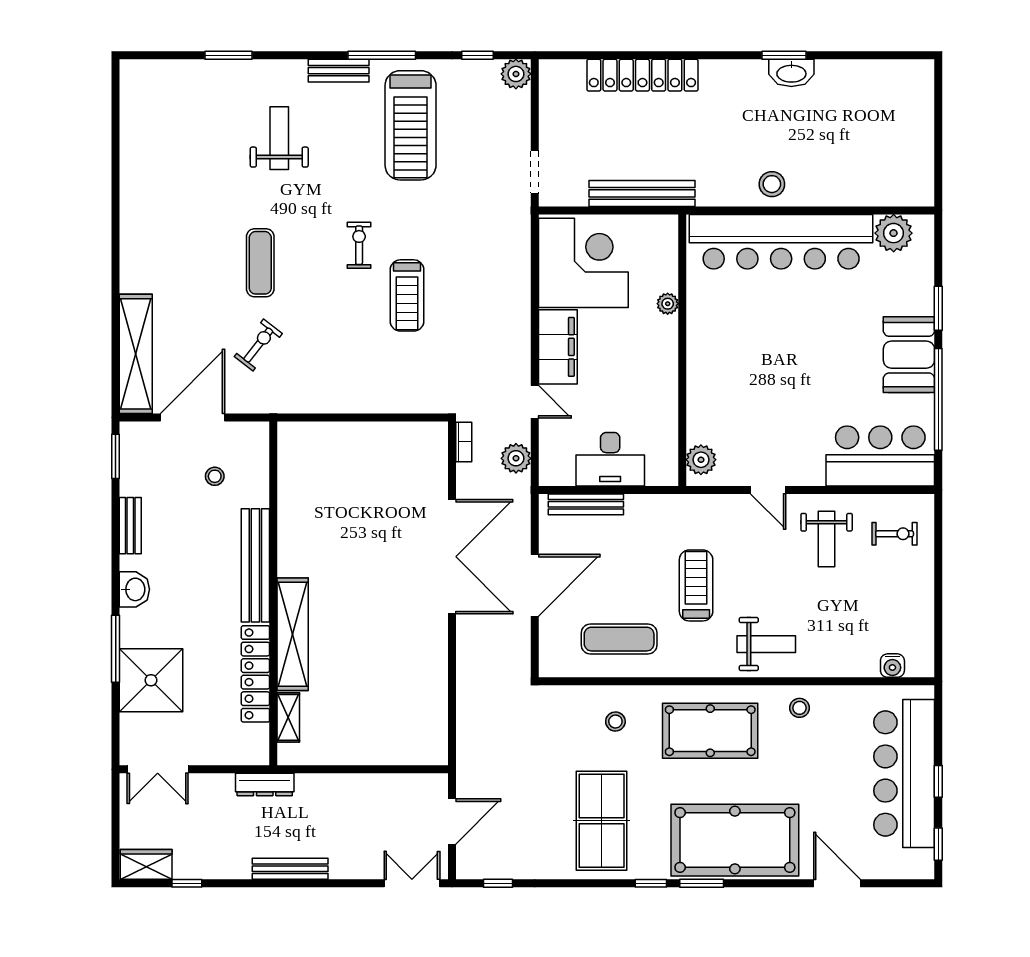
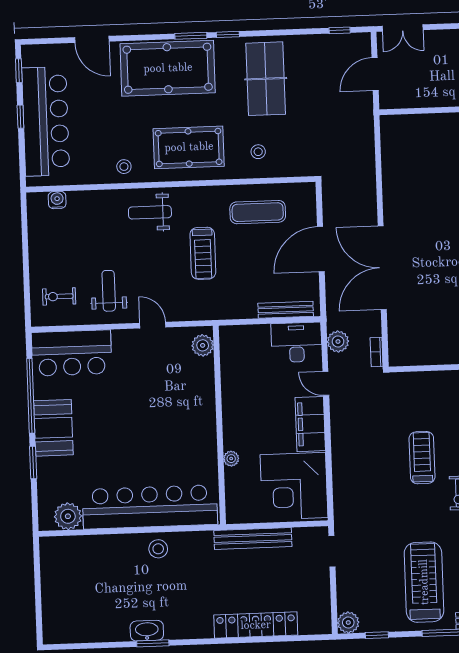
desk: (610, 459) -> (296, 342), moved

